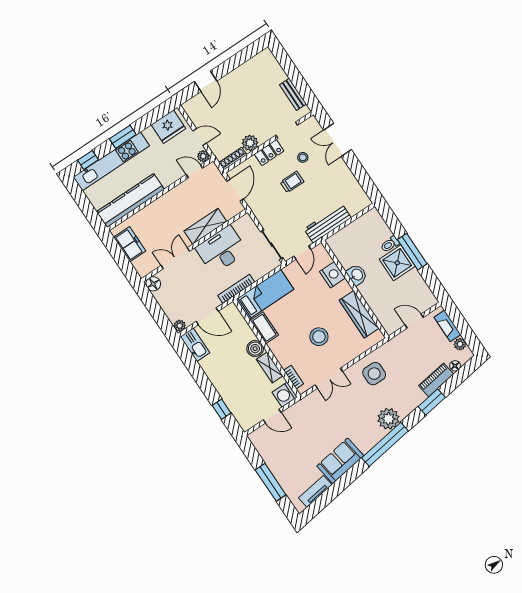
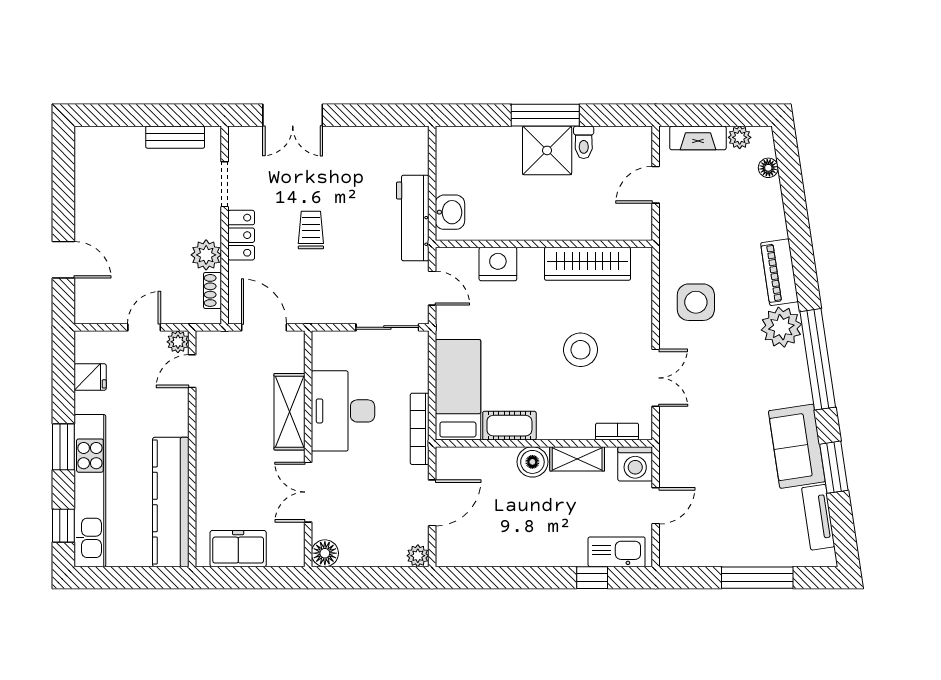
fridge: (169, 127) -> (90, 377), width x0.53, depth x0.75
stool: (303, 157) -> (284, 188), removed
shoe rack: (233, 159) -> (212, 290), width x0.70
toilet: (390, 244) -> (584, 142), moved
washbasin: (357, 275) -> (450, 212), moved, turned 90
kitchen sink: (195, 345) -> (617, 552), moved
piano: (436, 380) -> (779, 272), moved
window: (432, 402) -> (834, 467), moved

